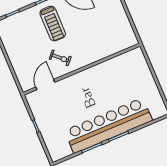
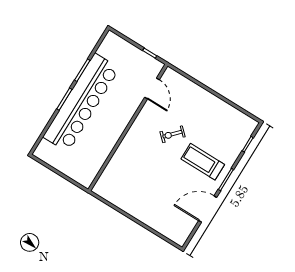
wall: (82, 69) -> (128, 128), moved
door: (45, 85) -> (152, 89), moved

